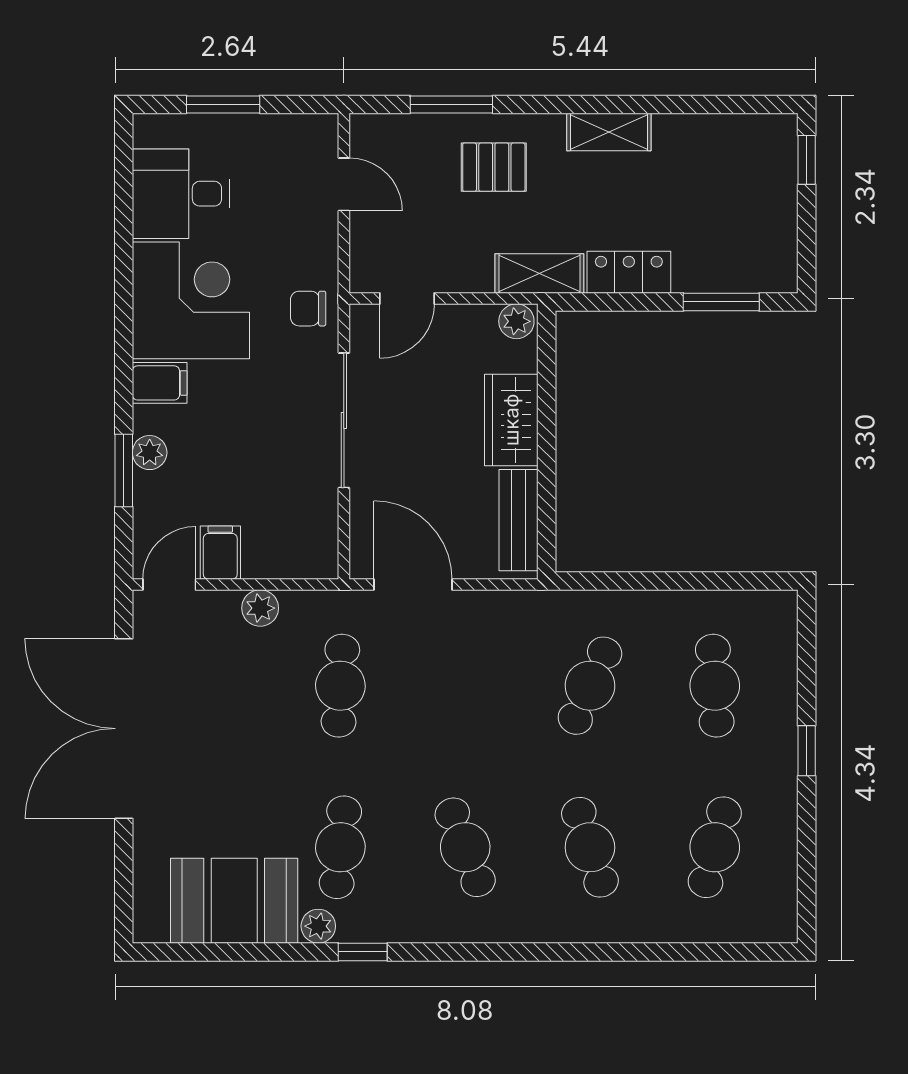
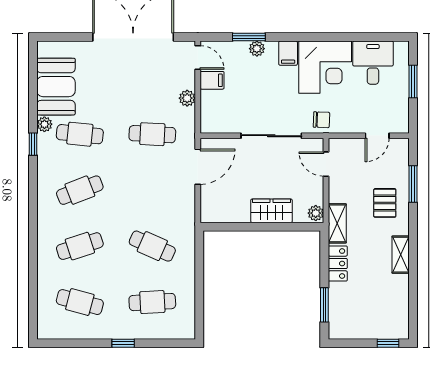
chair: (308, 309) -> (321, 120), turned 92
bench: (519, 520) -> (227, 214), removed

